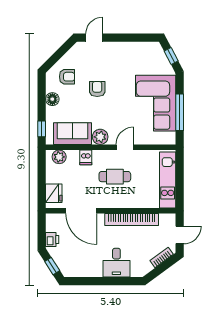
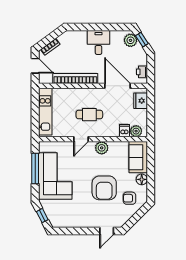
armchair: (97, 89) -> (104, 188), width x1.88, depth x1.88
window: (42, 129) -> (151, 154), removed
sofa: (73, 134) -> (138, 157), moved, turned 90
dishwasher: (86, 157) -> (124, 131), moved
door: (180, 235) -> (35, 66), swing flipped
printer: (52, 240) -> (142, 72), moved
desk: (116, 263) -> (99, 42), moved
plant: (66, 265) -> (130, 40), added

